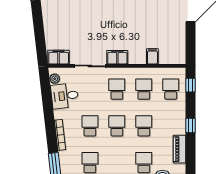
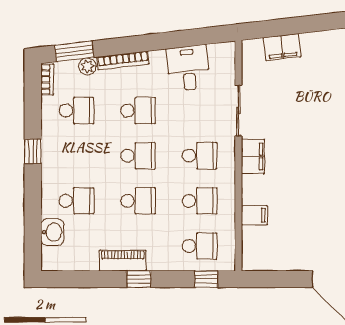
filing cabinet: (59, 57) -> (282, 47), moved, turned 83
plant: (55, 79) -> (87, 67), moved
piano: (179, 149) -> (123, 261), moved

